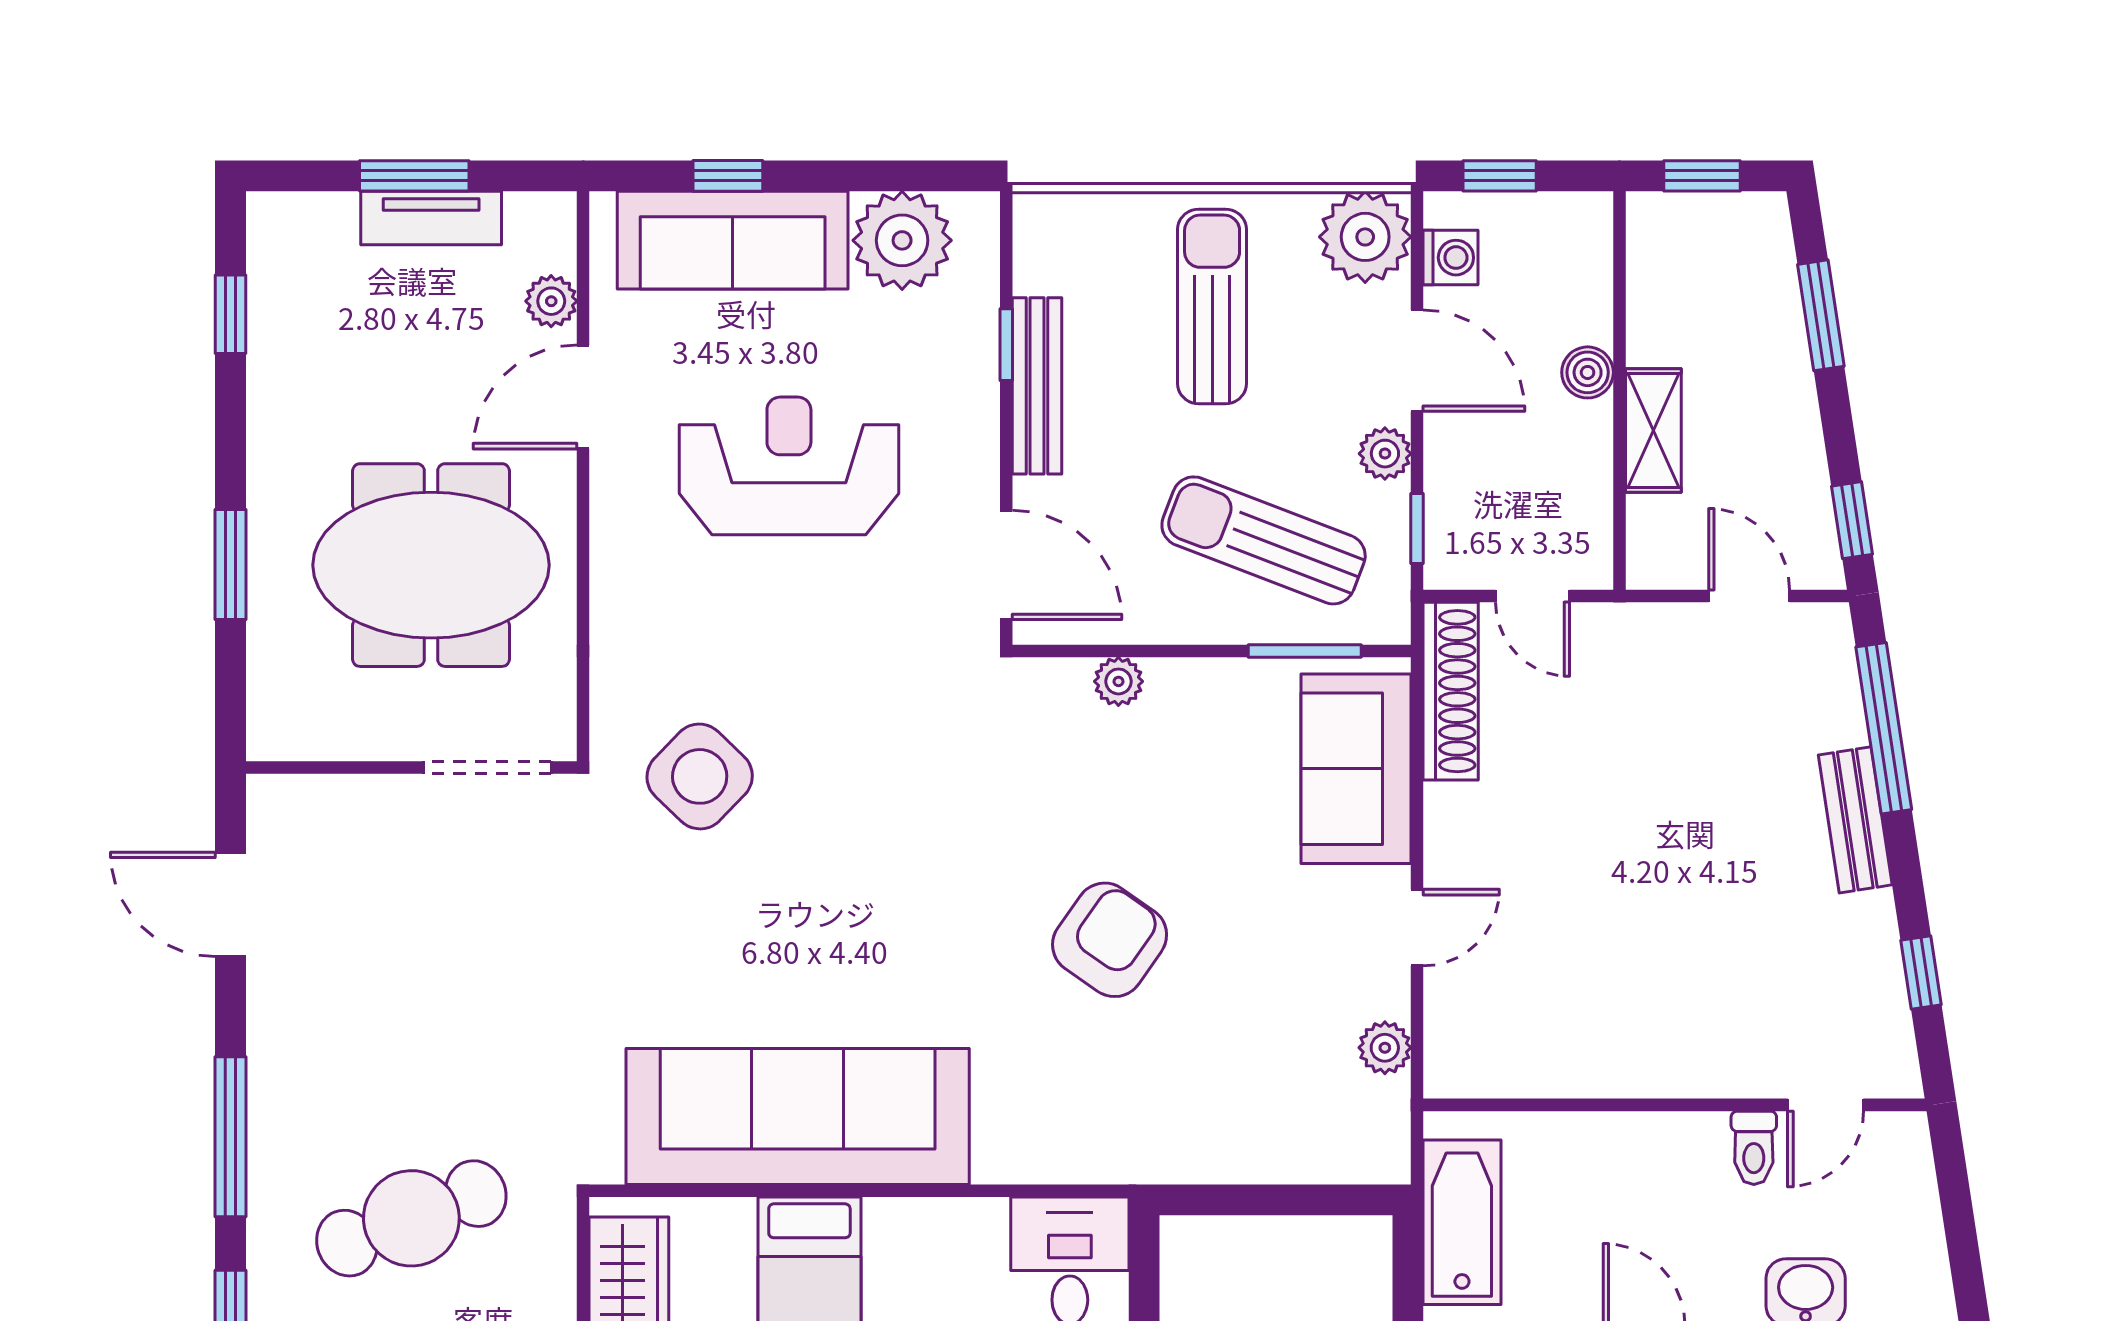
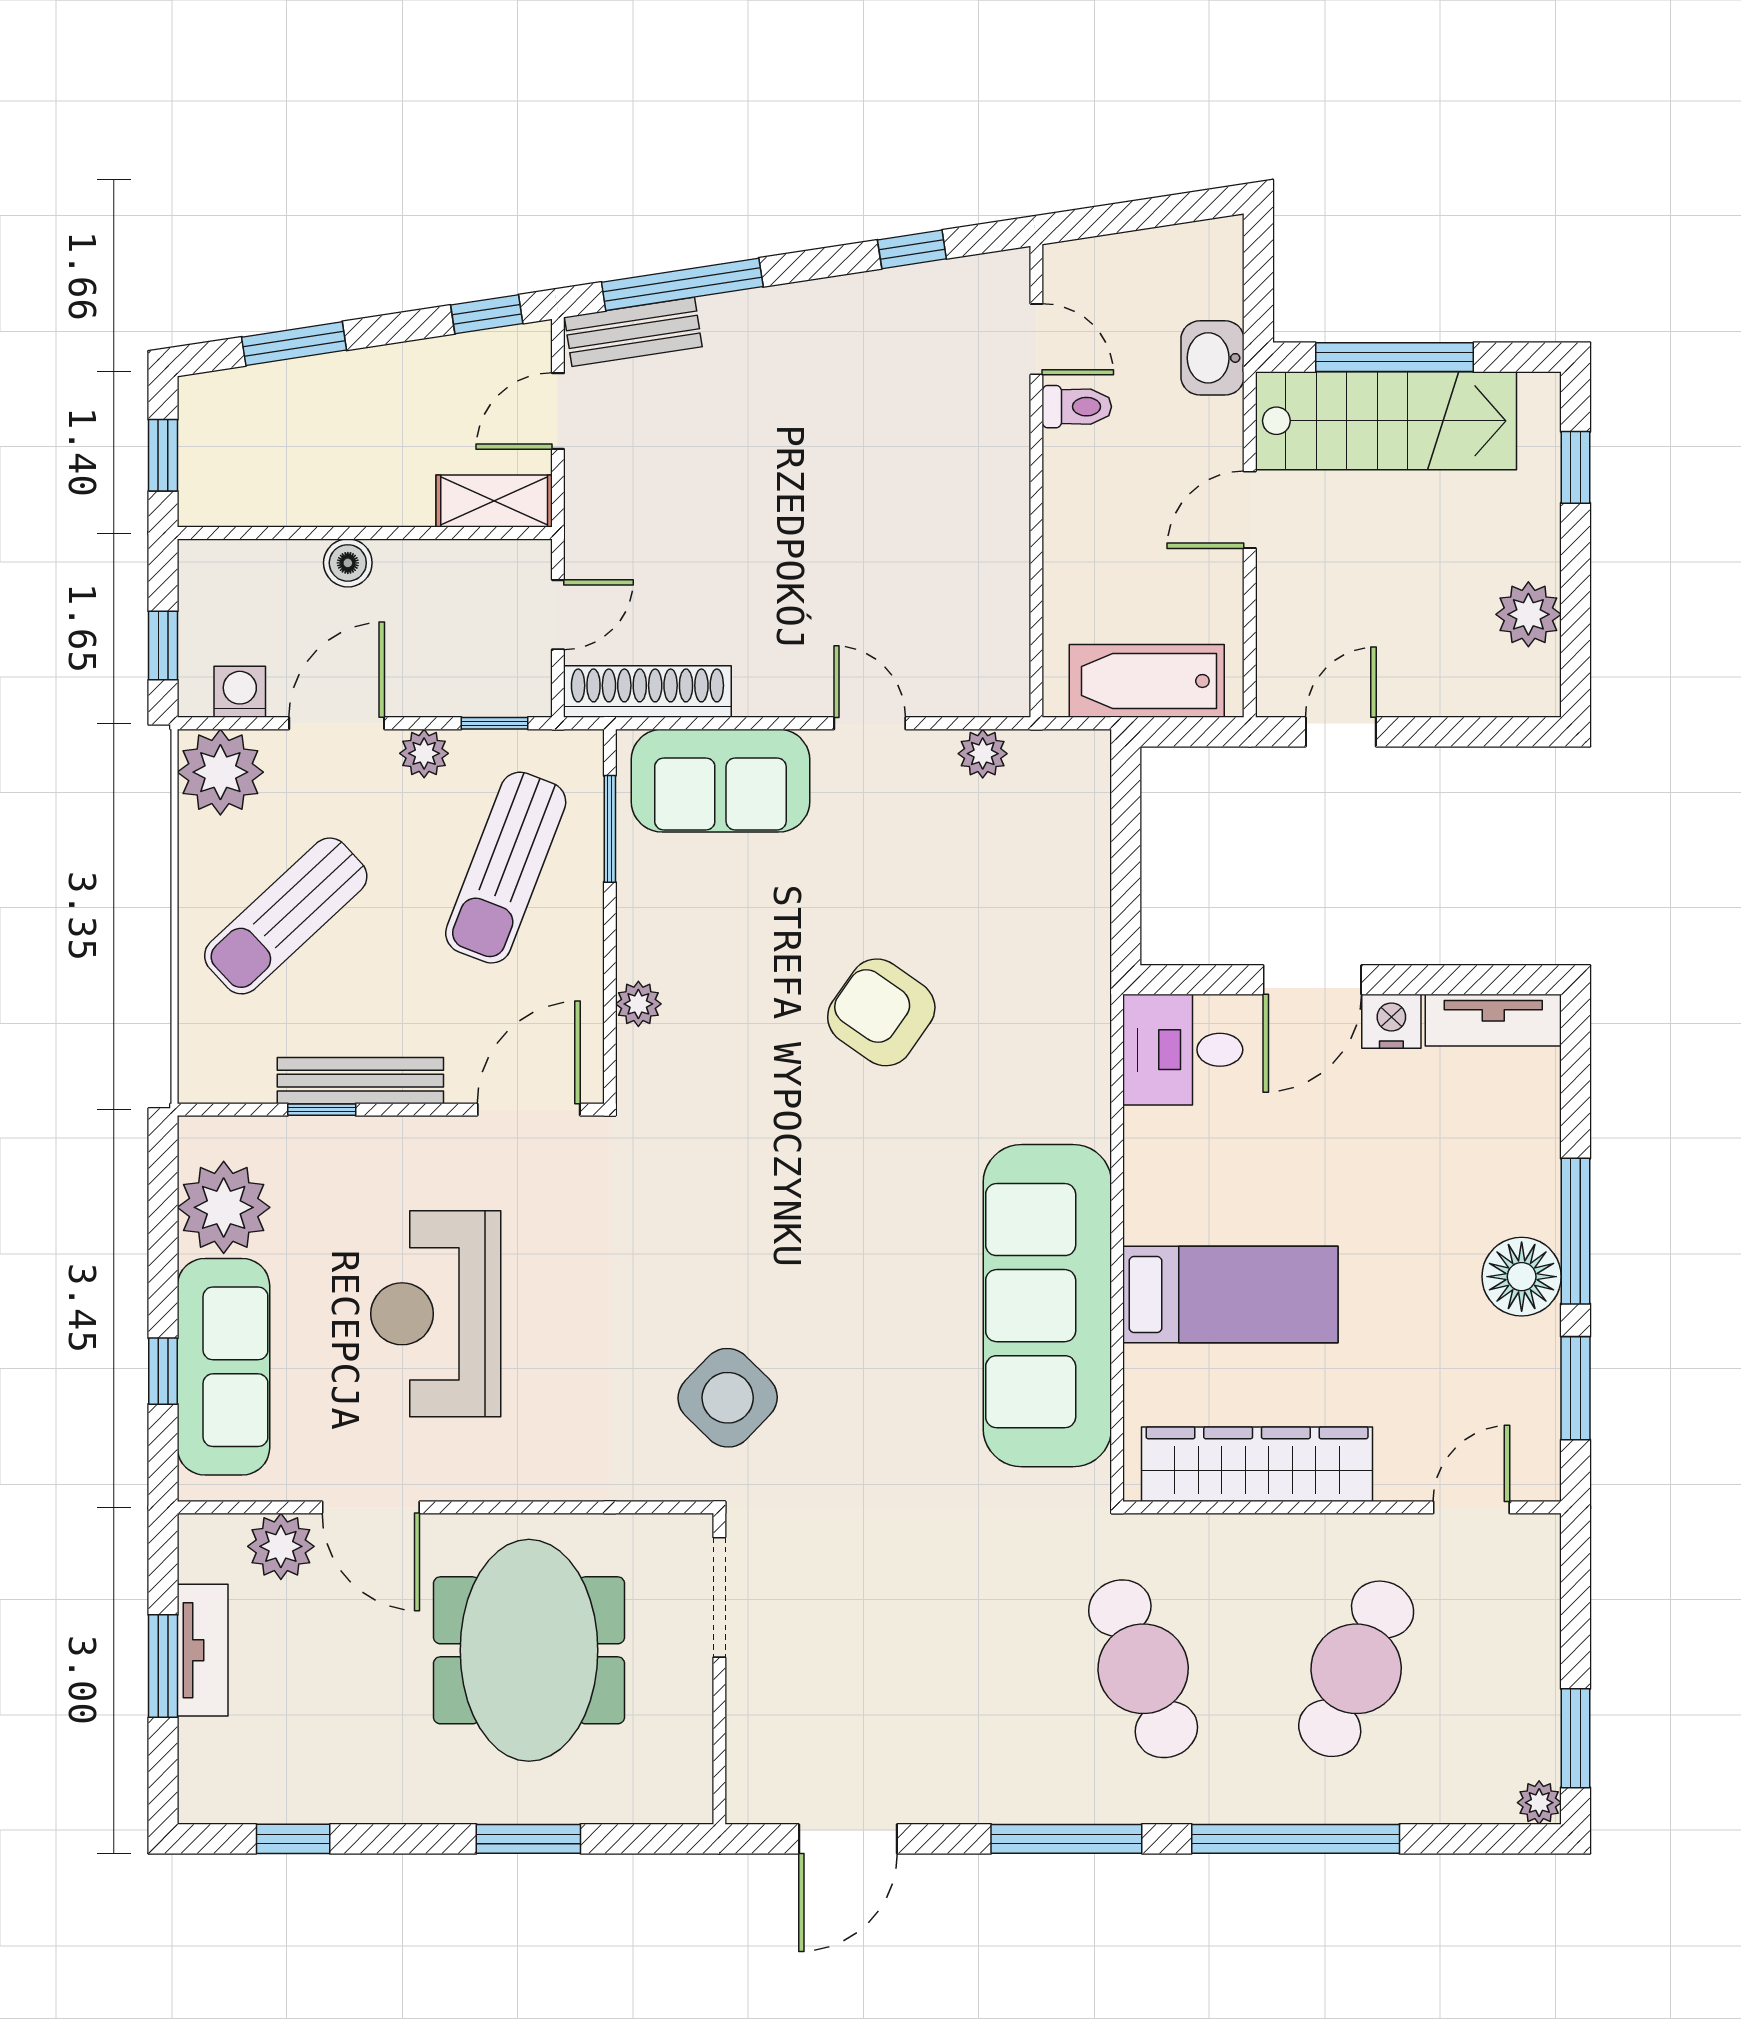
plant: (551, 301) -> (281, 1546), width x1.38, depth x1.38
sun lounger: (1212, 306) -> (286, 916), turned -43
shelving: (1653, 430) -> (494, 501), moved
bench: (1855, 820) -> (633, 332), moved

